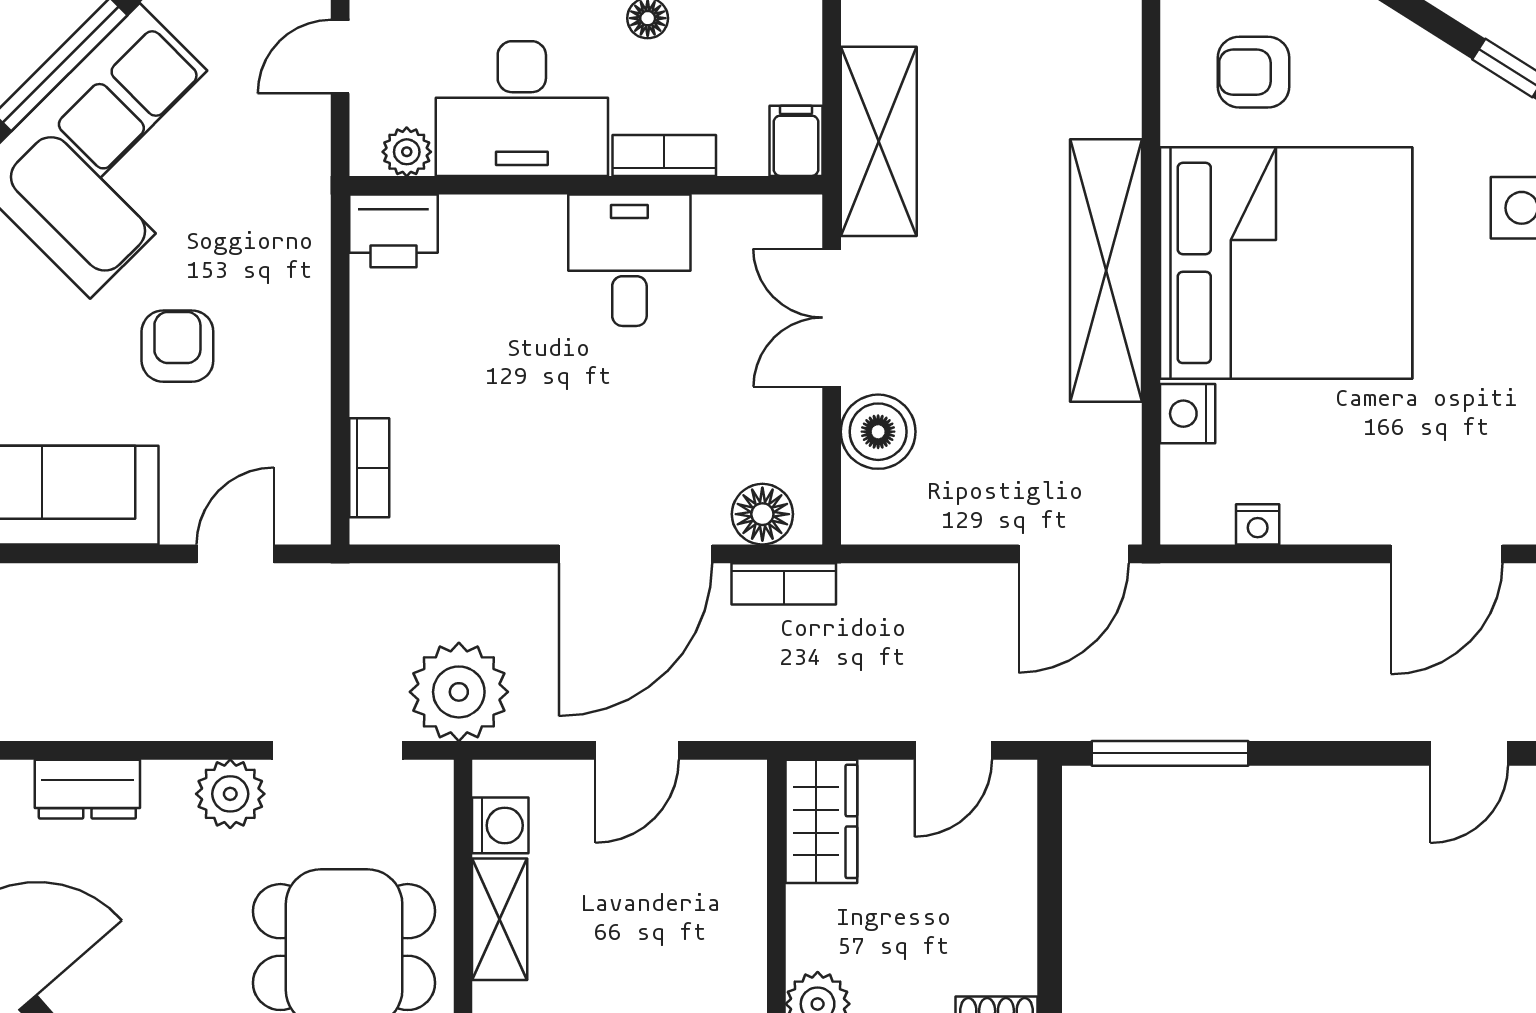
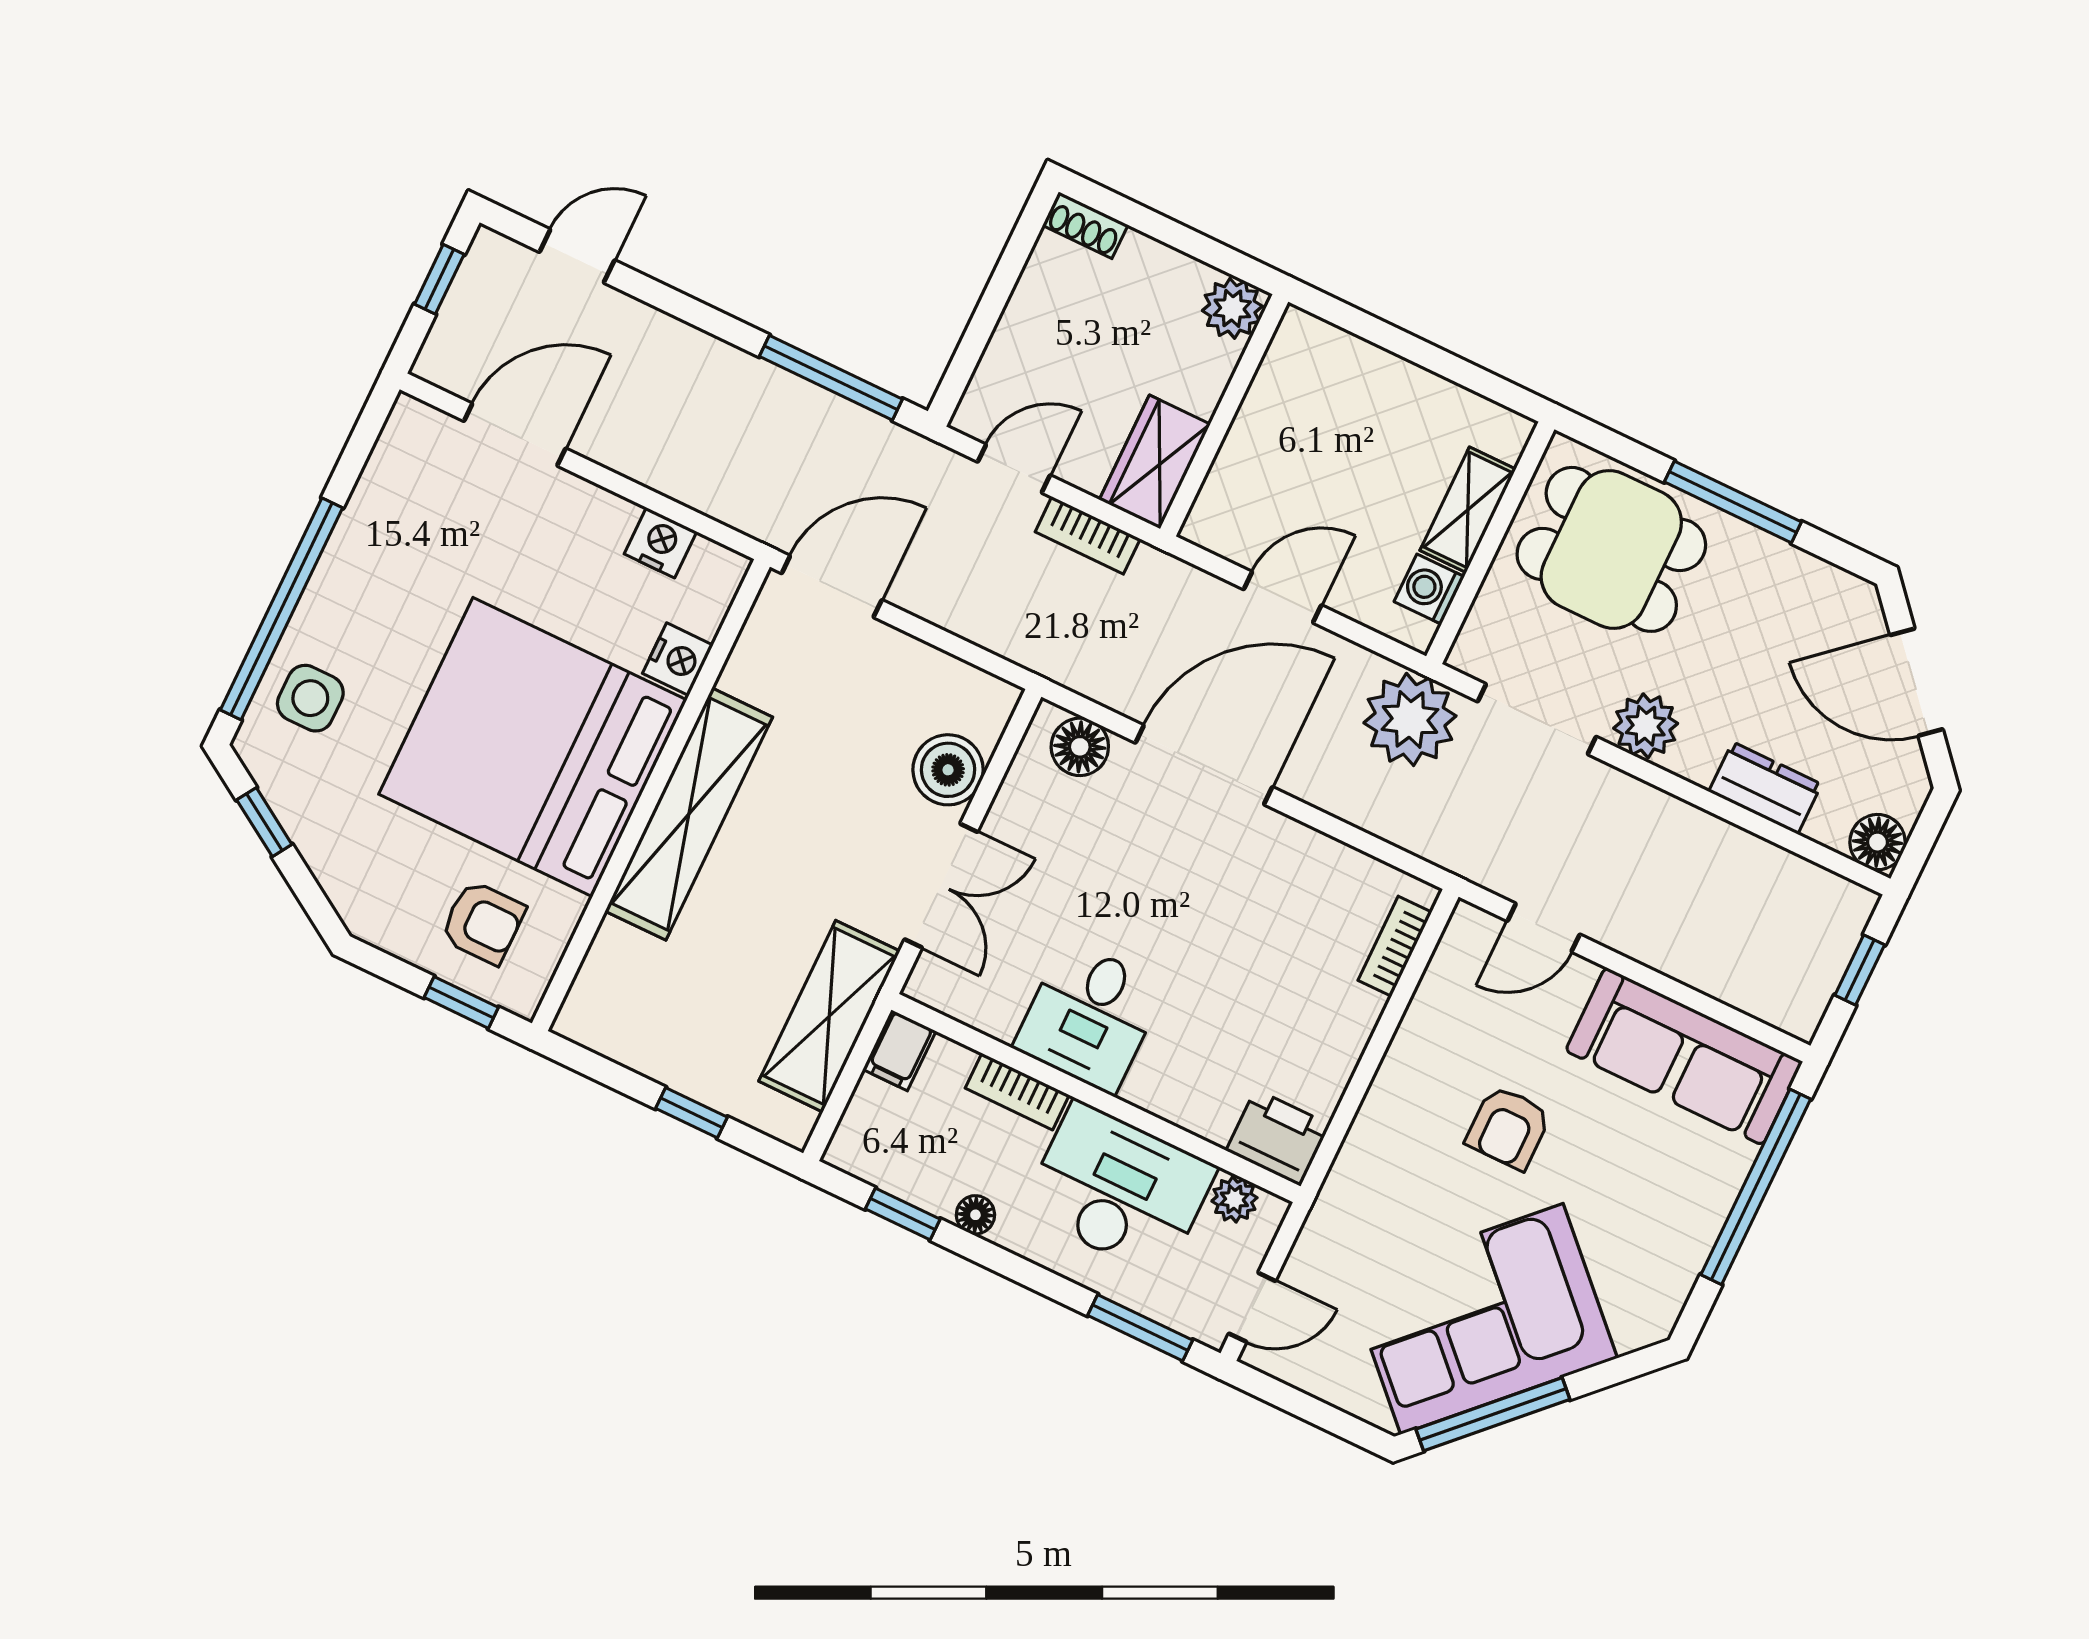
nightstand: (1258, 524) -> (660, 543), width x1.39, depth x1.35
bookcase: (784, 584) -> (1088, 535), moved, turned 180

